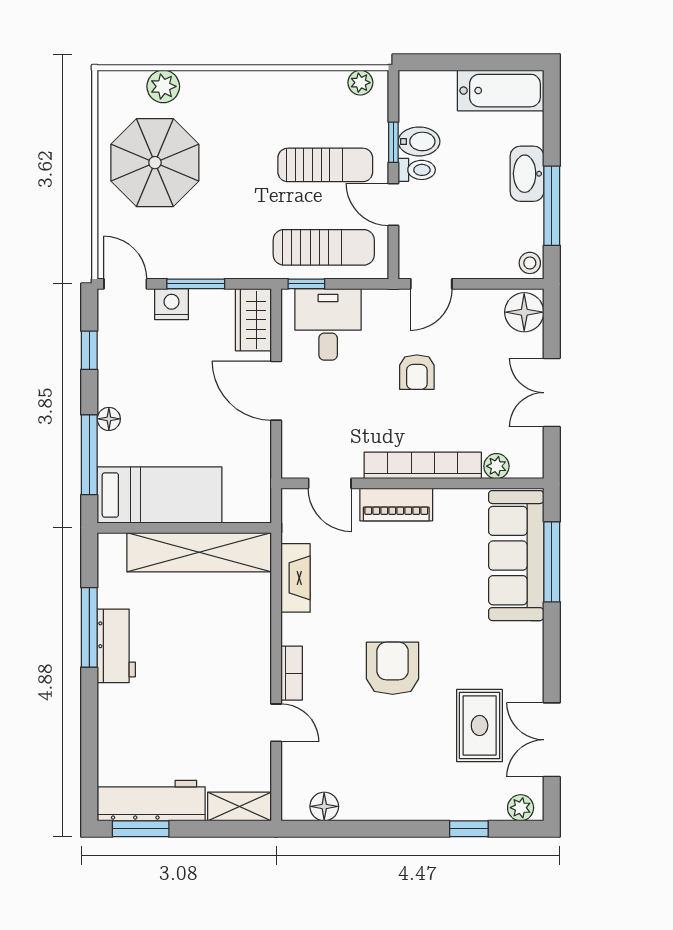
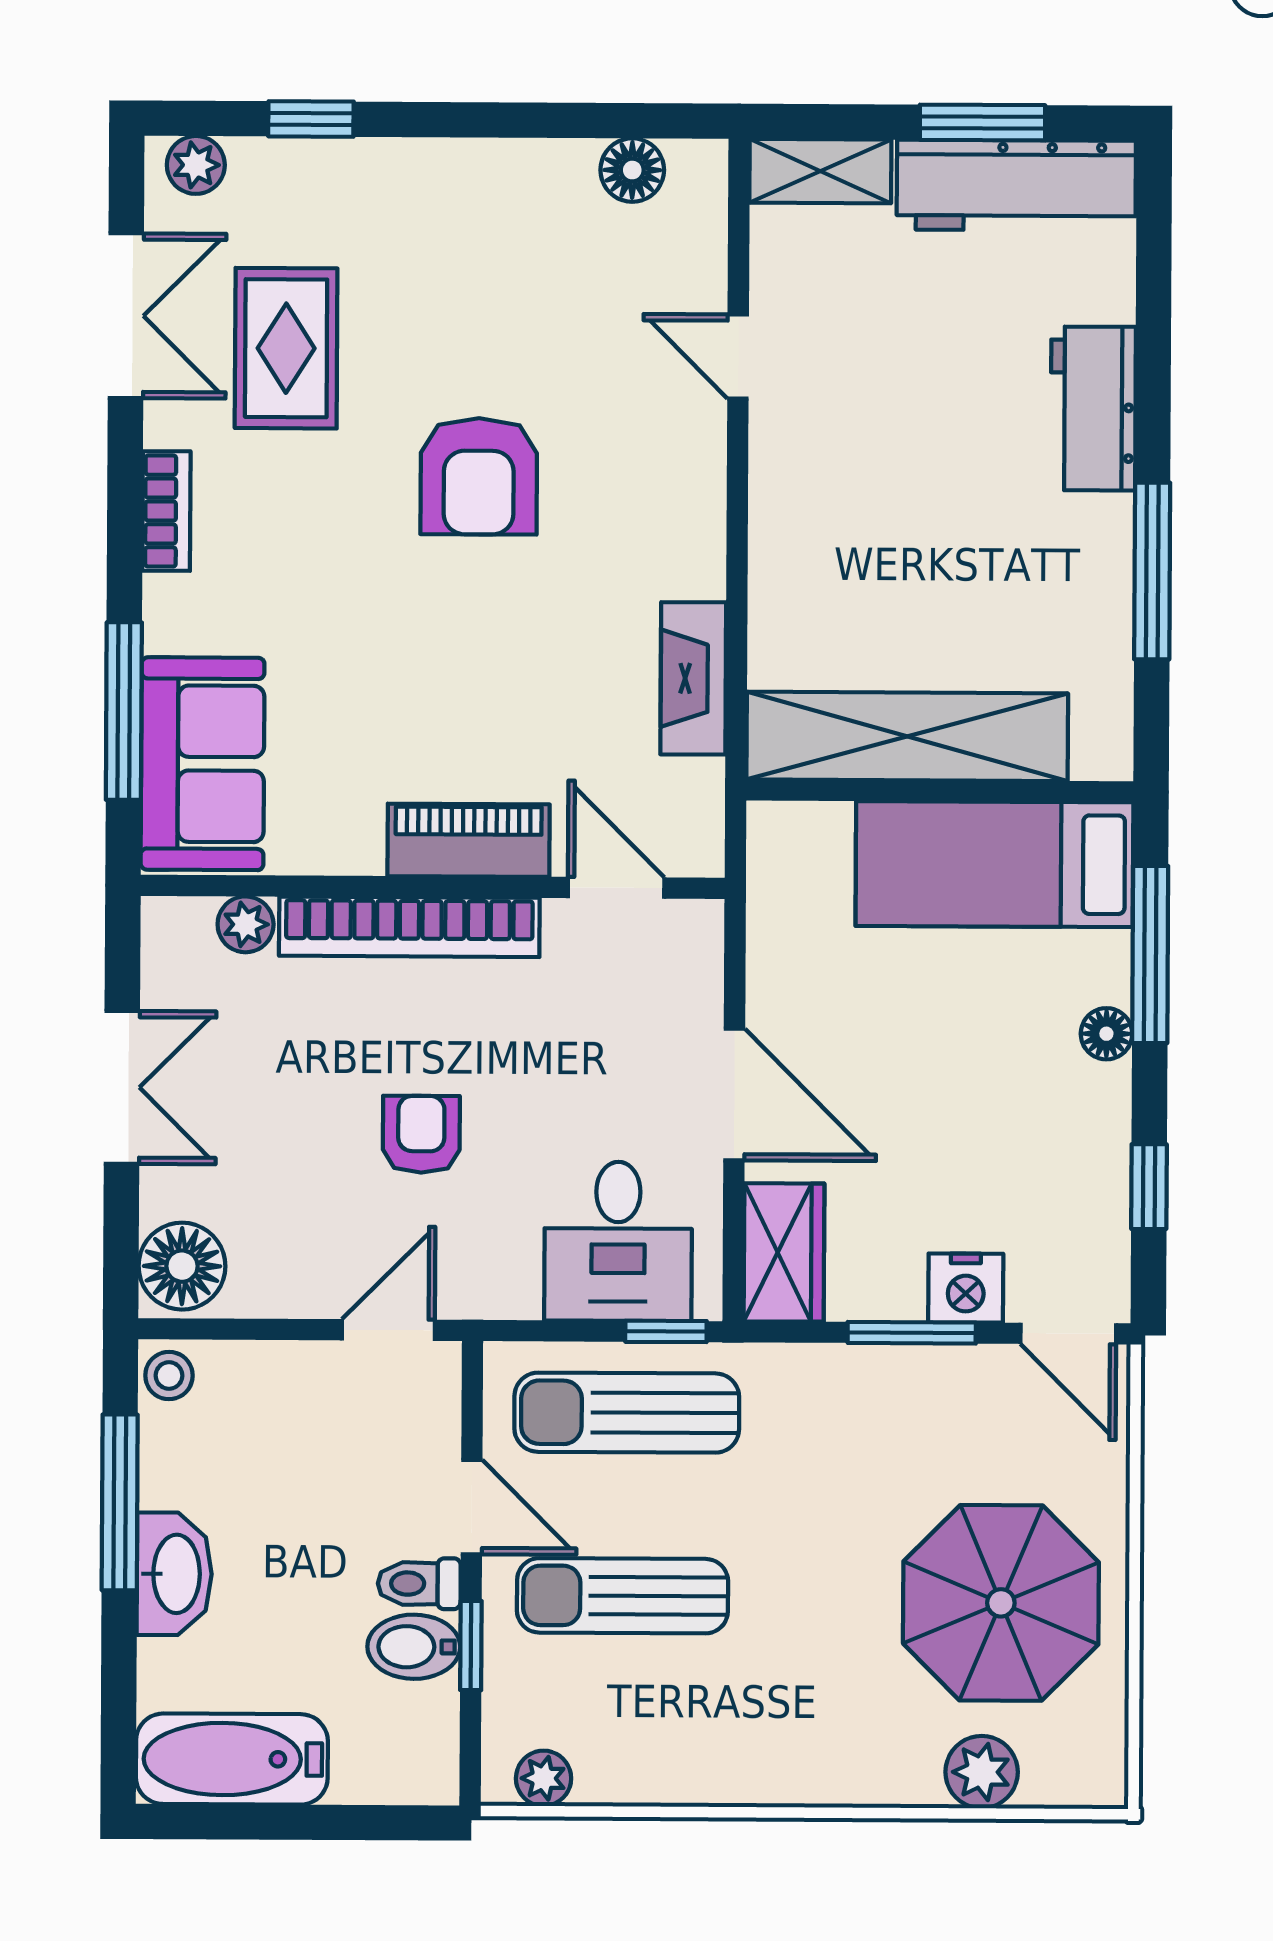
sofa: (516, 556) -> (203, 764), width x0.73
workbench: (116, 646) -> (1093, 409), moved
bookcase: (292, 673) -> (166, 511), moved, turned 180
window: (141, 829) -> (982, 122), moved

